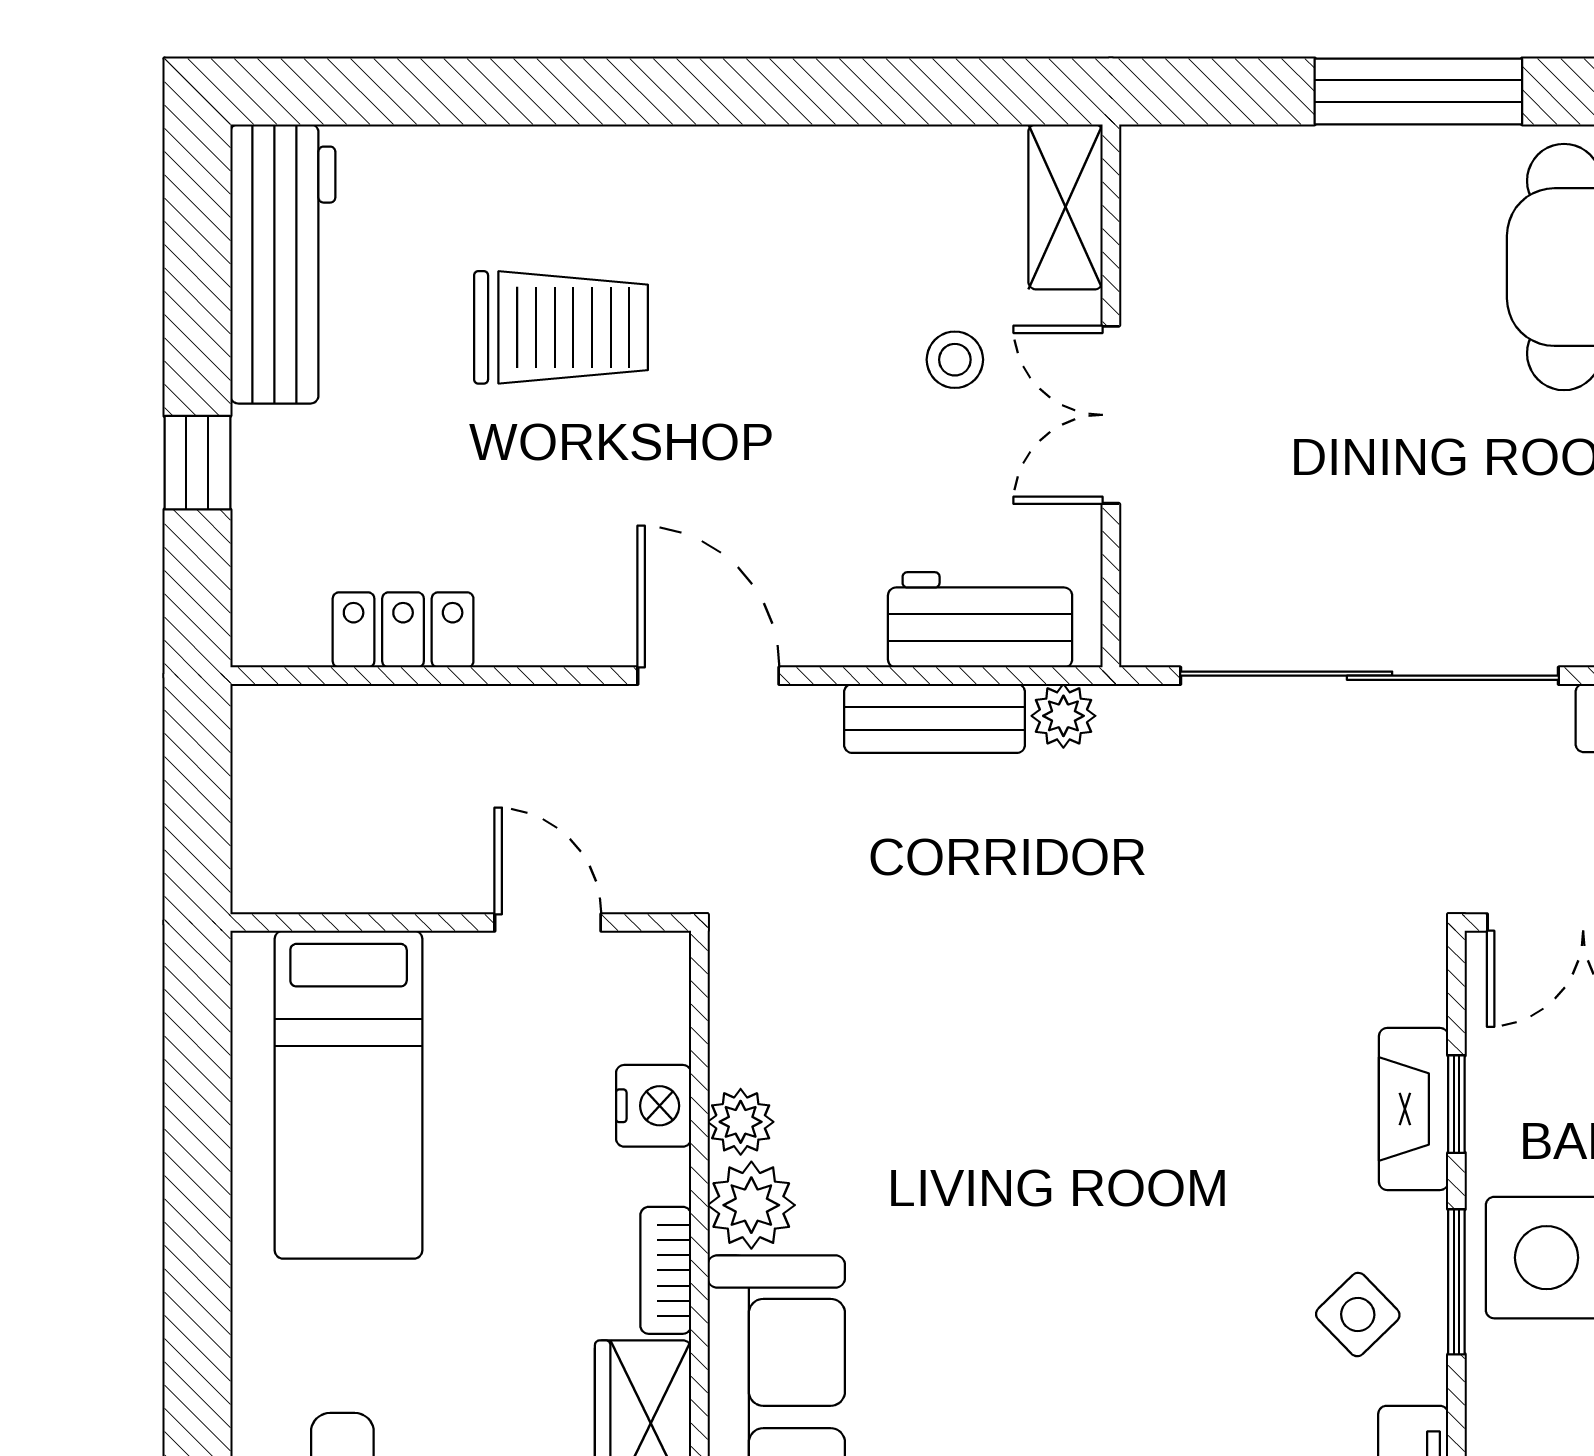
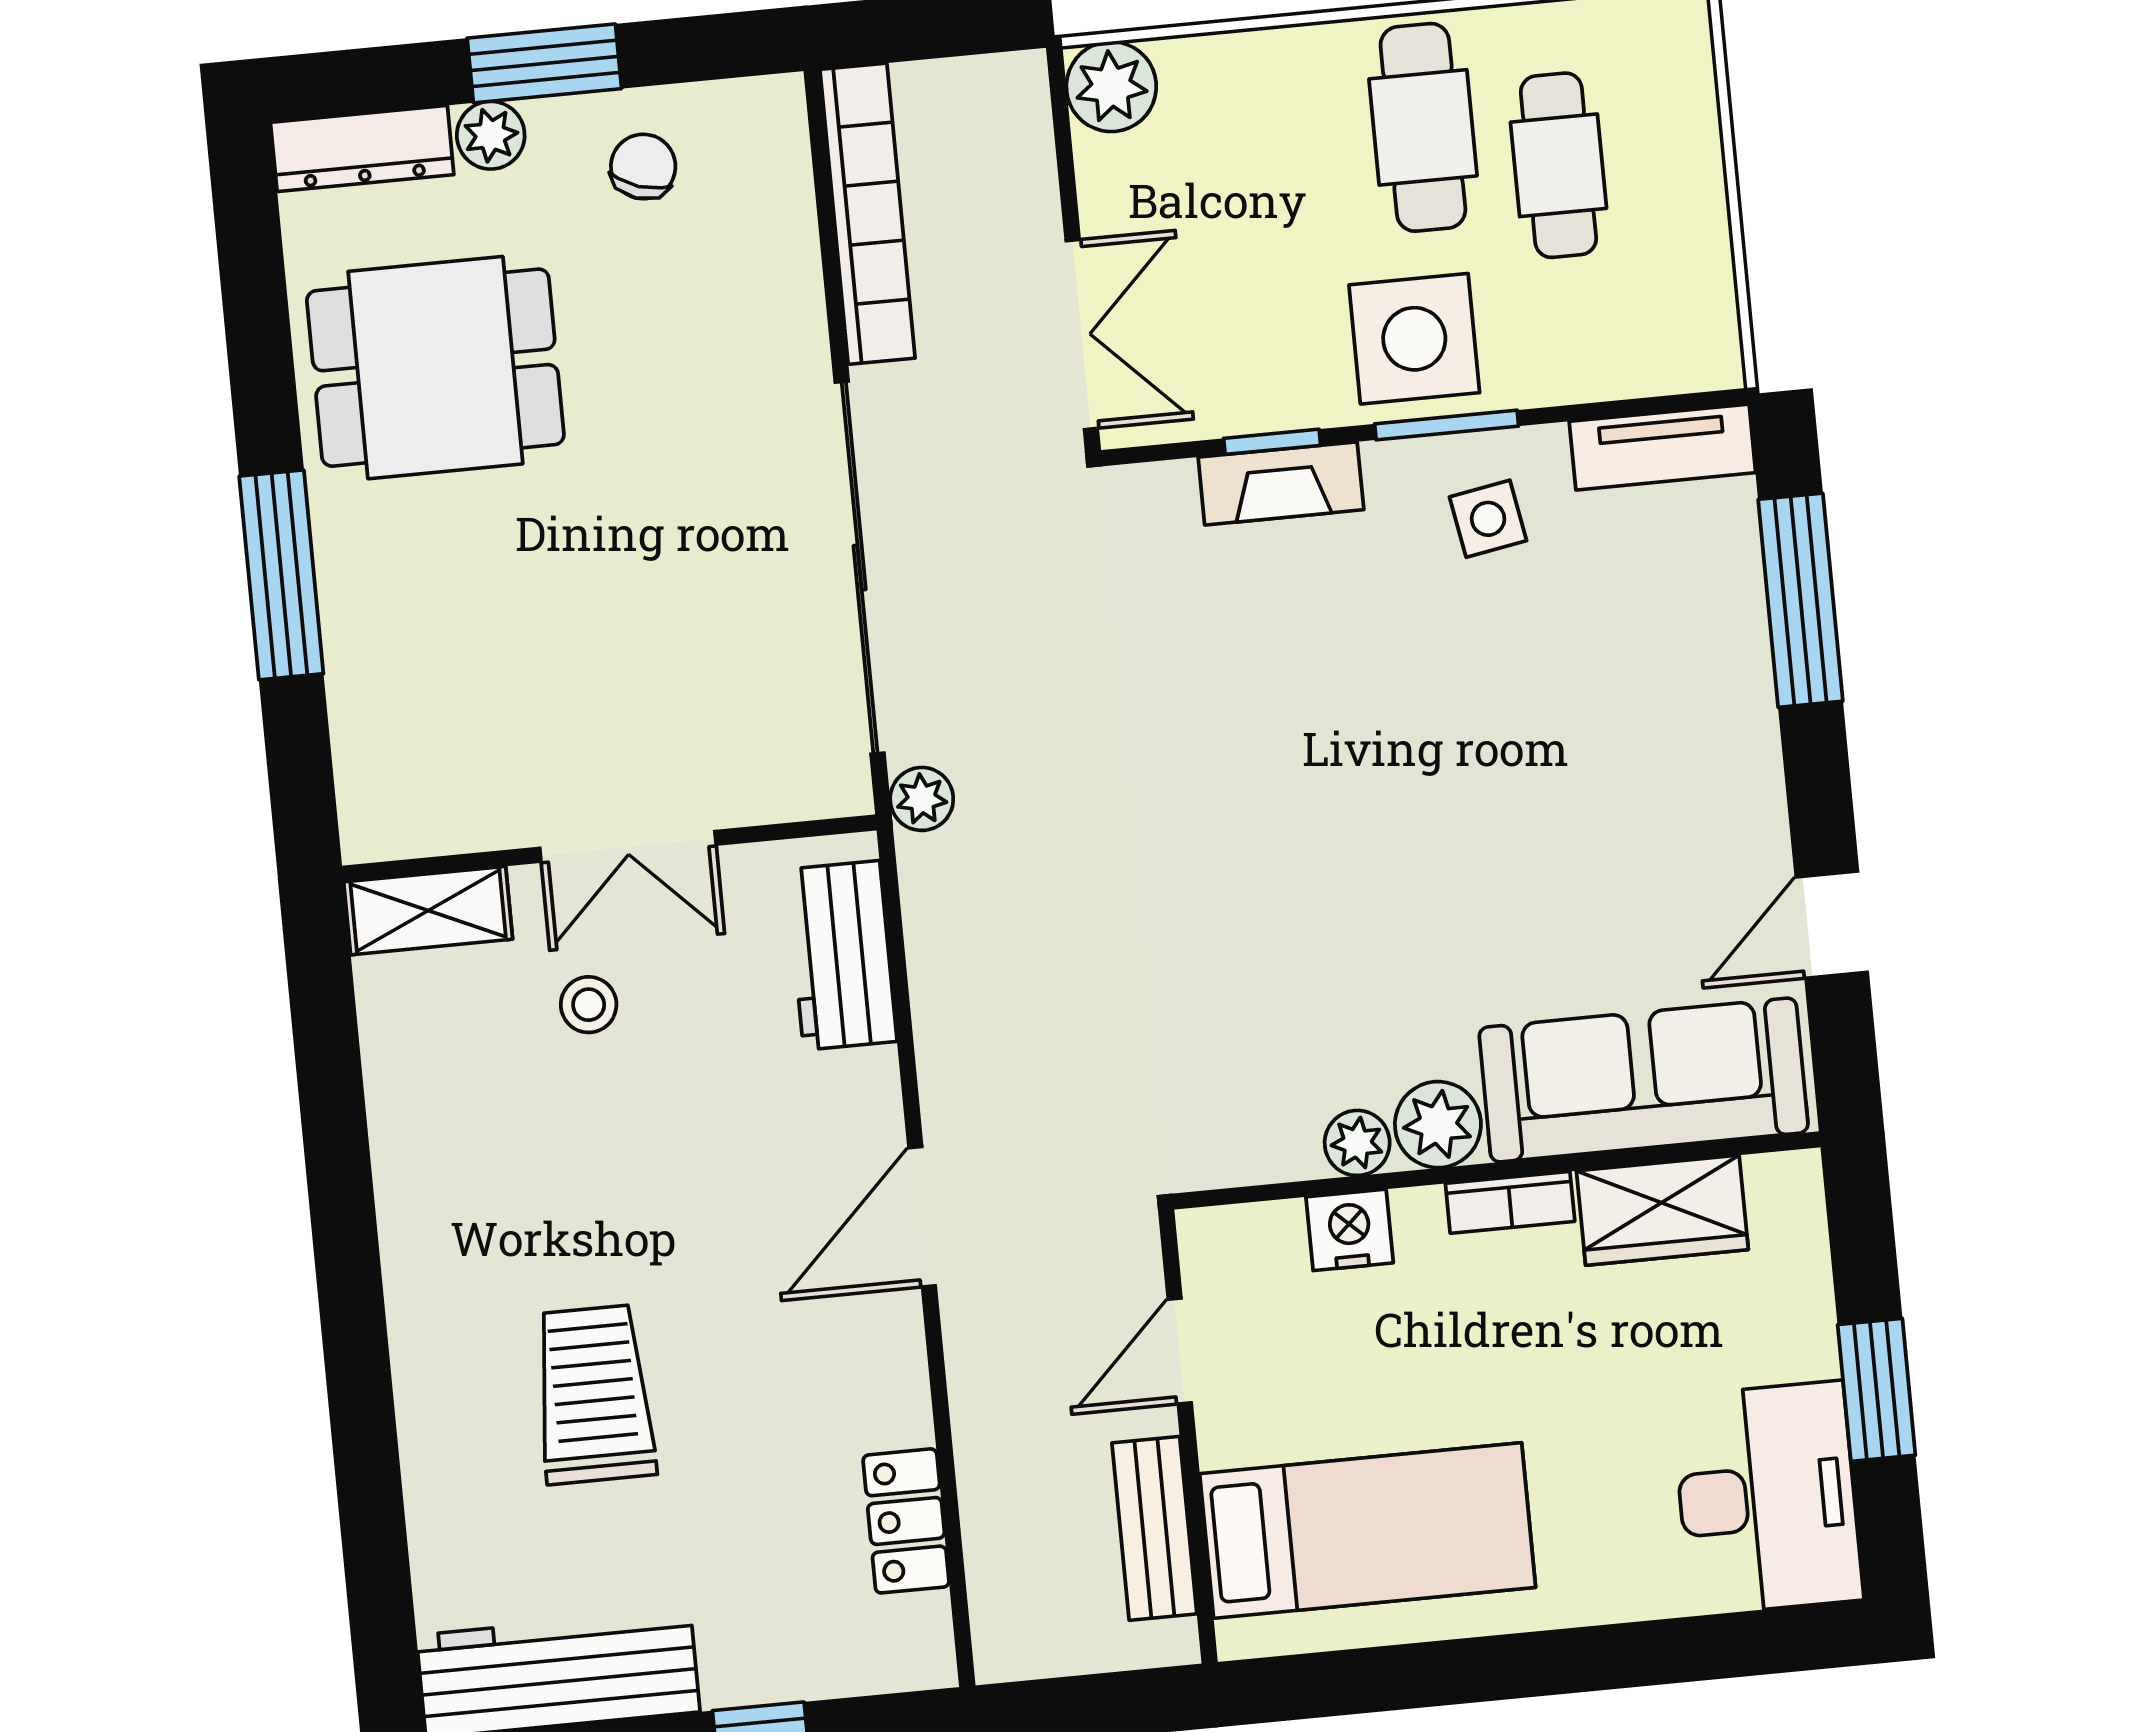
plant: (1063, 716) -> (922, 799), moved
bench: (935, 718) -> (1154, 1528), moved
side table: (1358, 1315) -> (1488, 519), turned 34

